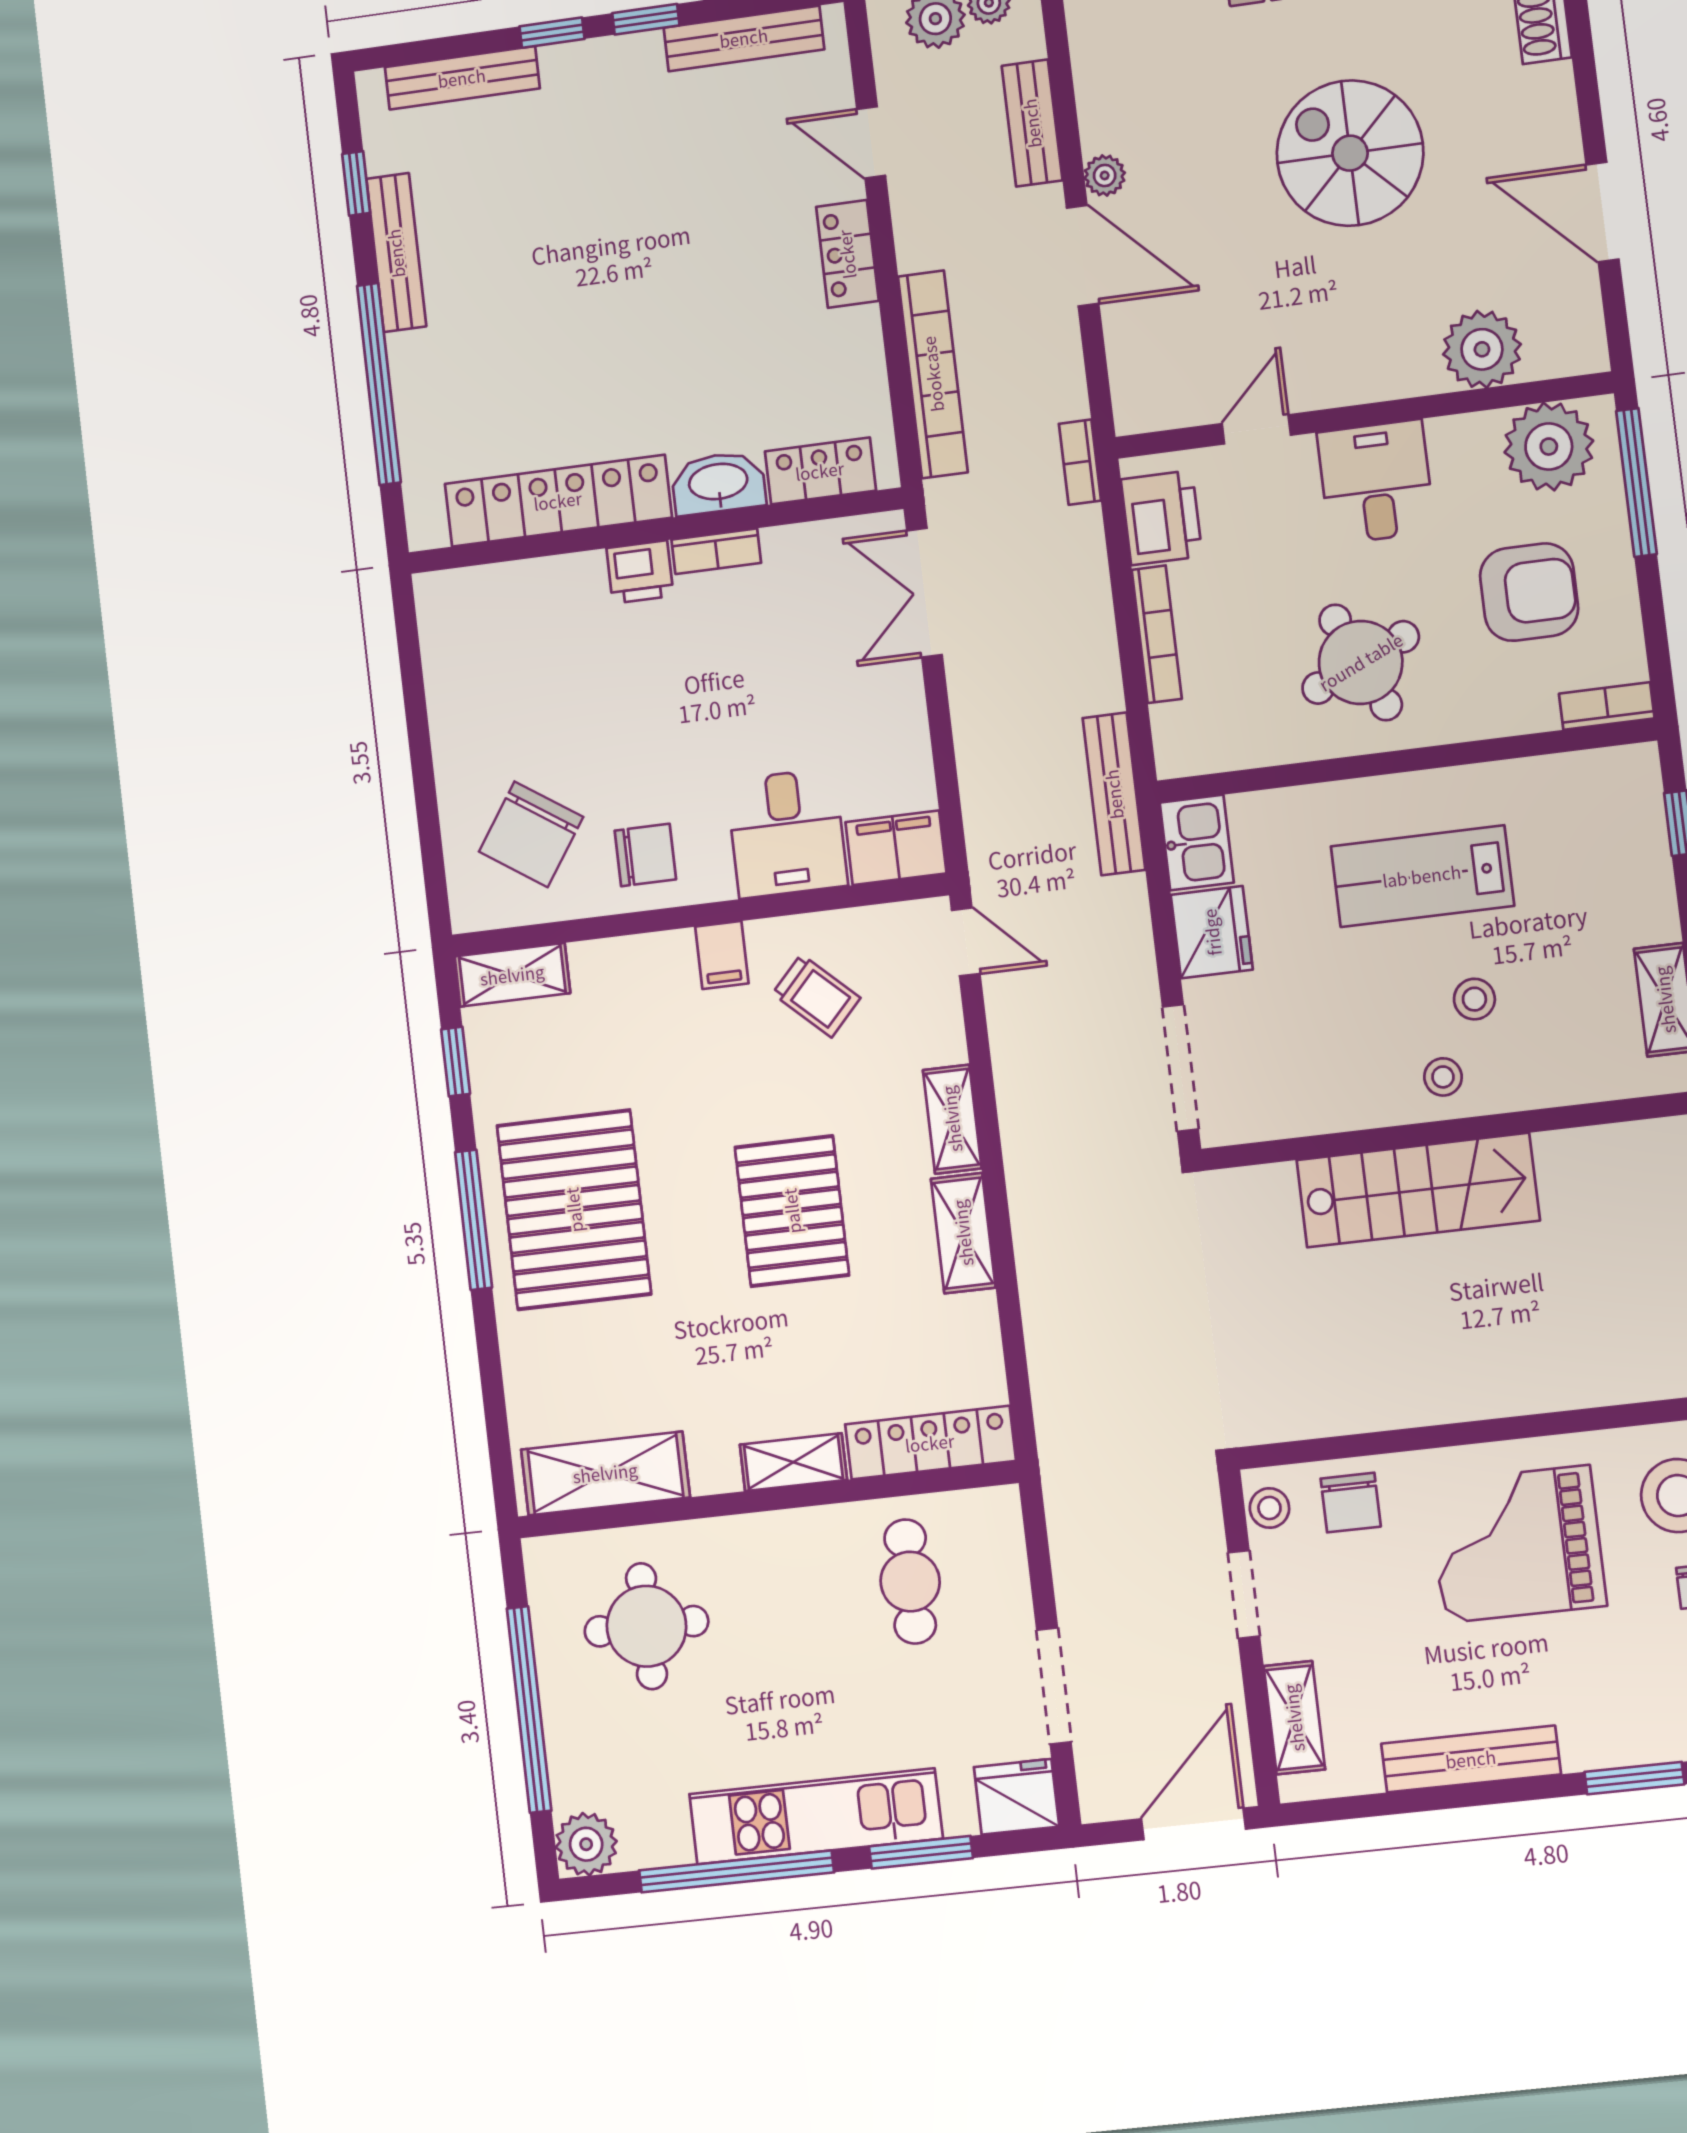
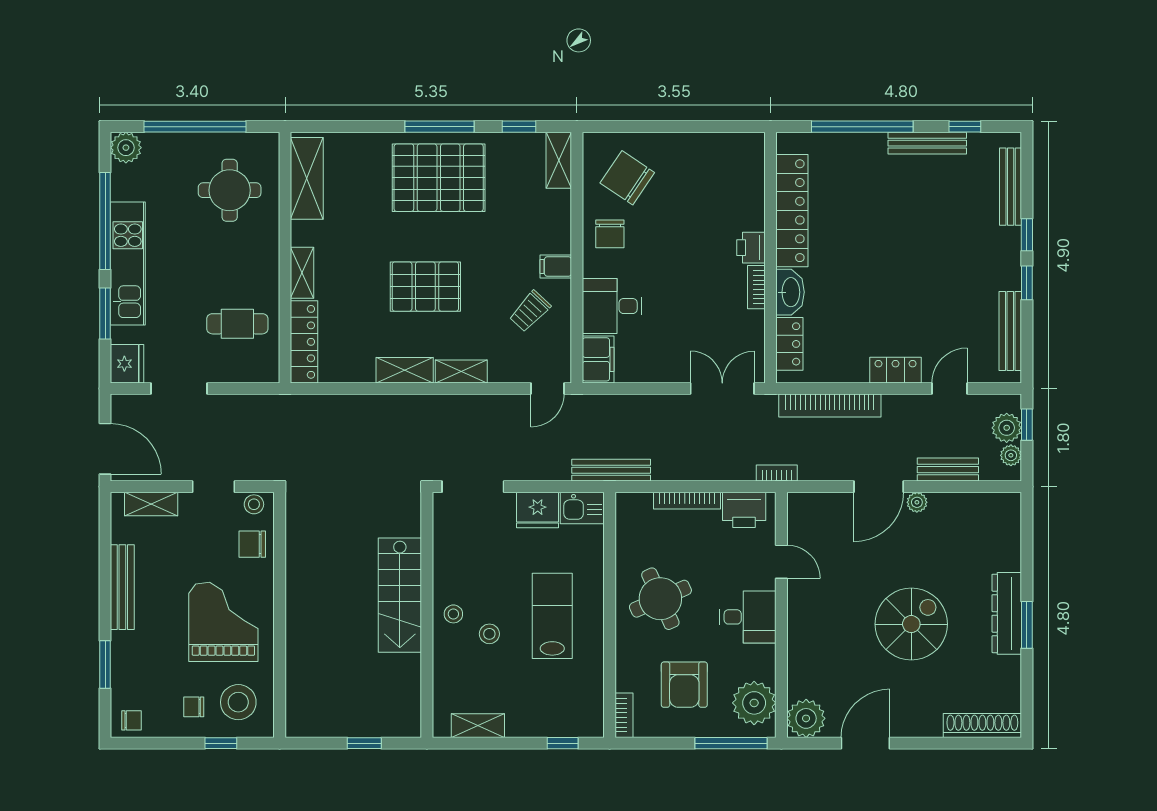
plant: (1482, 349) -> (806, 718), moved

